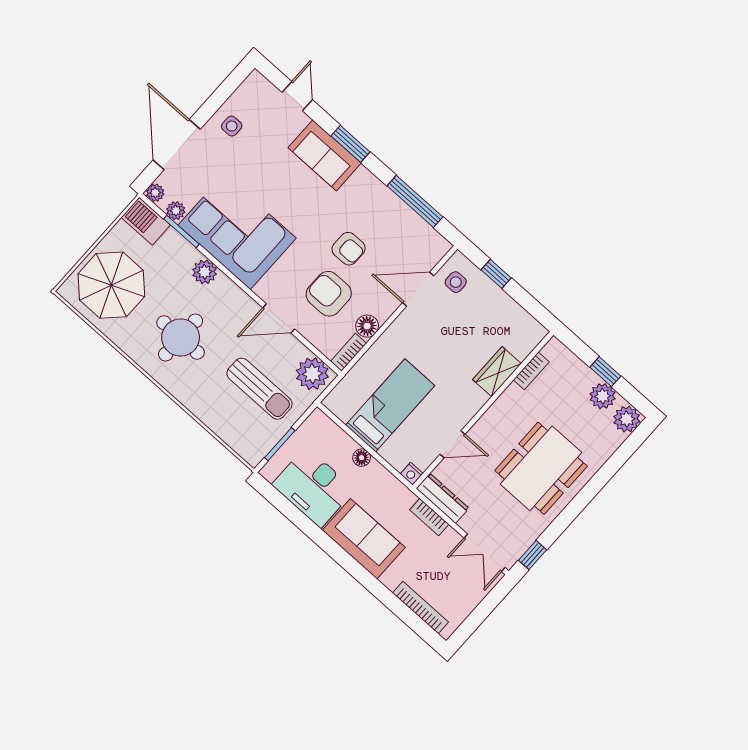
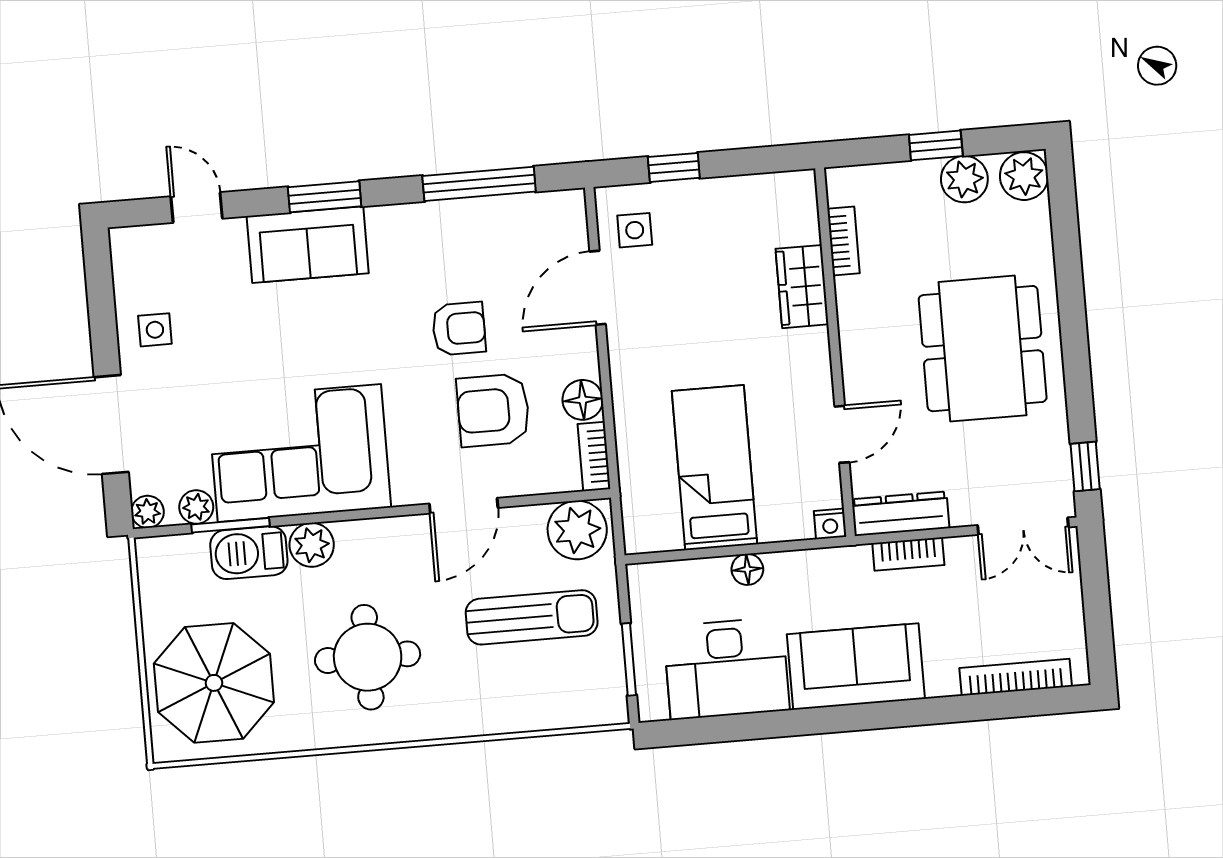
barbecue: (146, 221) -> (249, 553), moved

